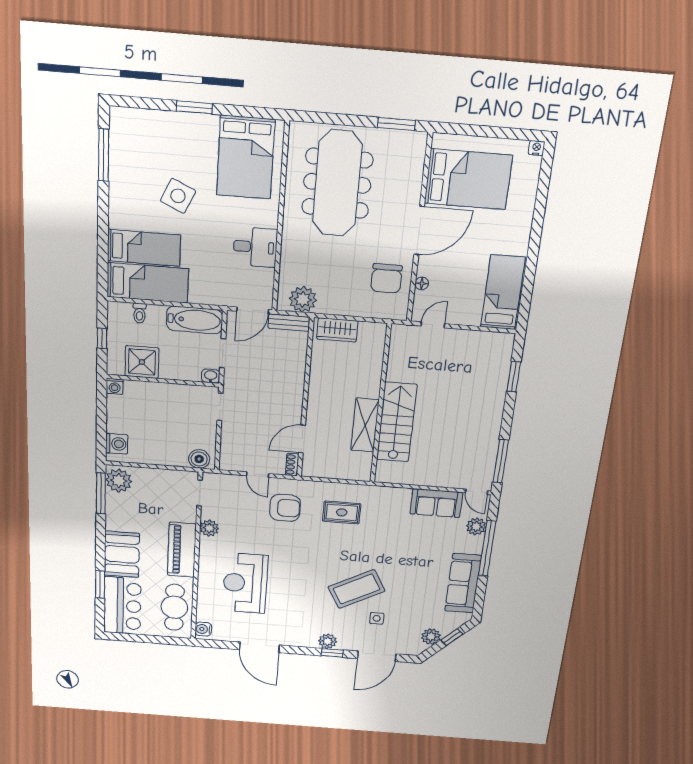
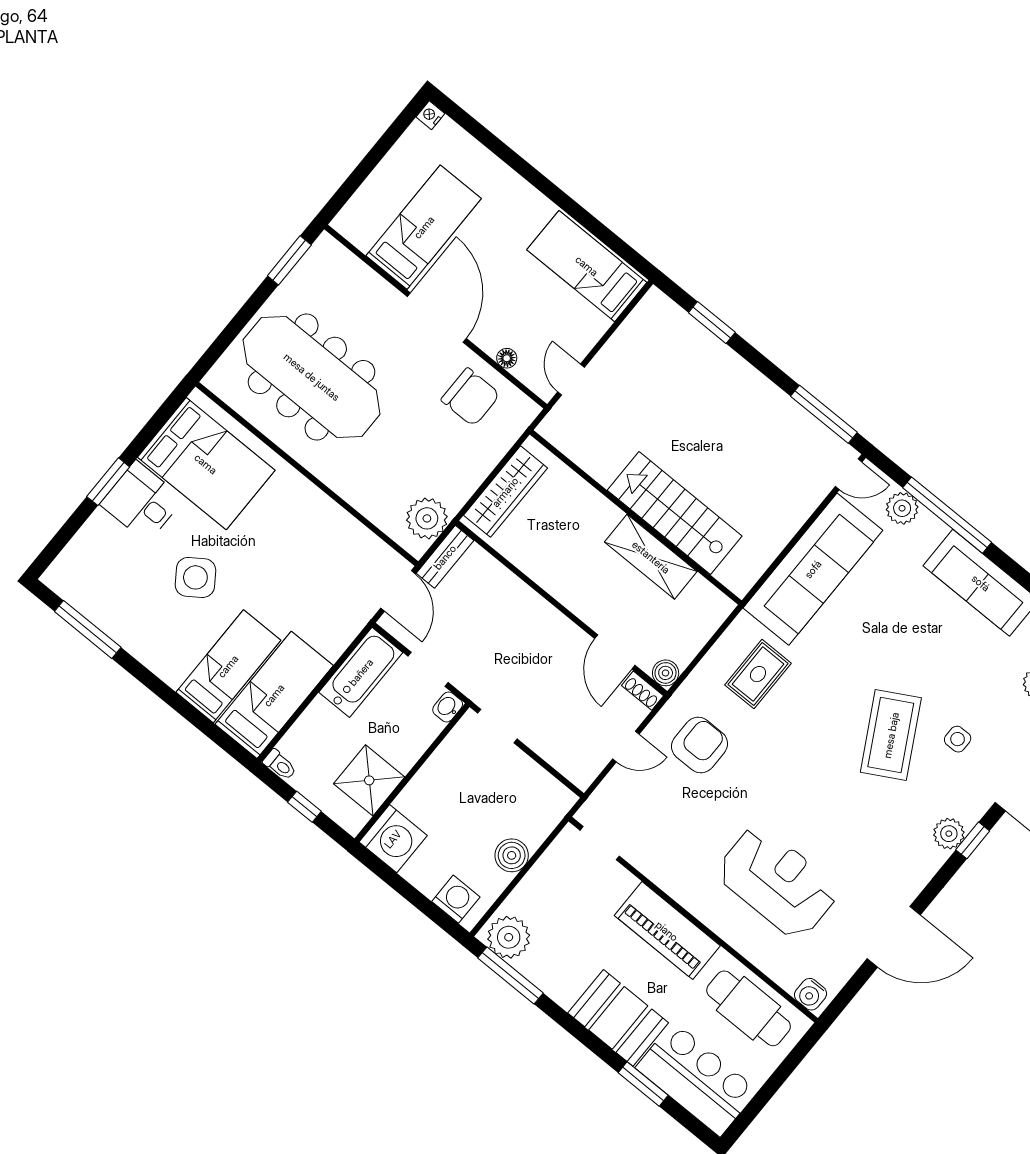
bed: (468, 179) -> (424, 227), width x0.67
side table: (178, 196) -> (195, 577), turned 30
desk: (255, 247) -> (142, 502), moved, turned -90
toilet: (140, 313) -> (280, 765), moved
wardrobe: (337, 330) -> (505, 492), width x1.50
washing machine: (115, 386) -> (393, 839), width x1.89, depth x1.89
boiler: (199, 459) -> (512, 855), moved
boiler: (310, 470) -> (666, 673), added
sofa: (436, 503) -> (813, 569), width x1.85, depth x1.27
plant: (209, 528) -> (660, 869), removed
reception desk: (245, 583) -> (777, 882), turned 180

